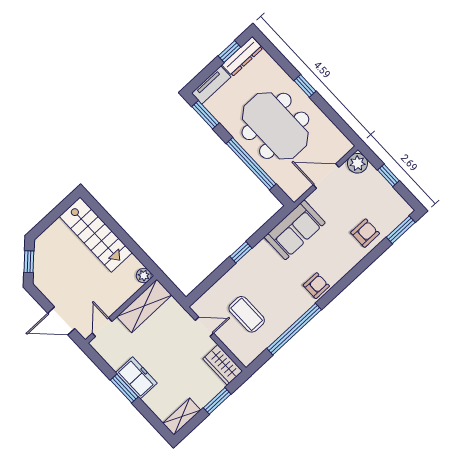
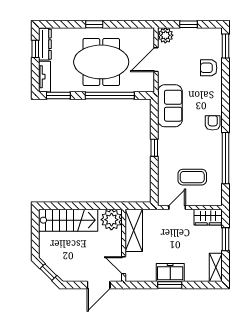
armchair: (365, 233) -> (209, 68), turned -90
plant: (144, 276) -> (111, 220), width x1.88, depth x1.88

